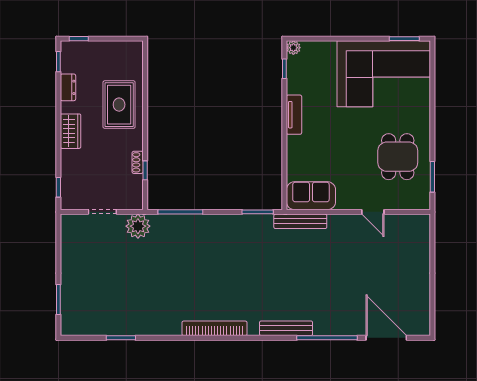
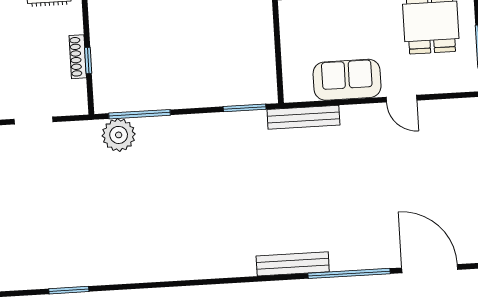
shoe rack: (138, 162) -> (78, 57), width x1.43
sofa: (311, 196) -> (347, 80), moved
plant: (138, 226) -> (119, 135), moved
bookcase: (214, 328) -> (195, 270), removed

